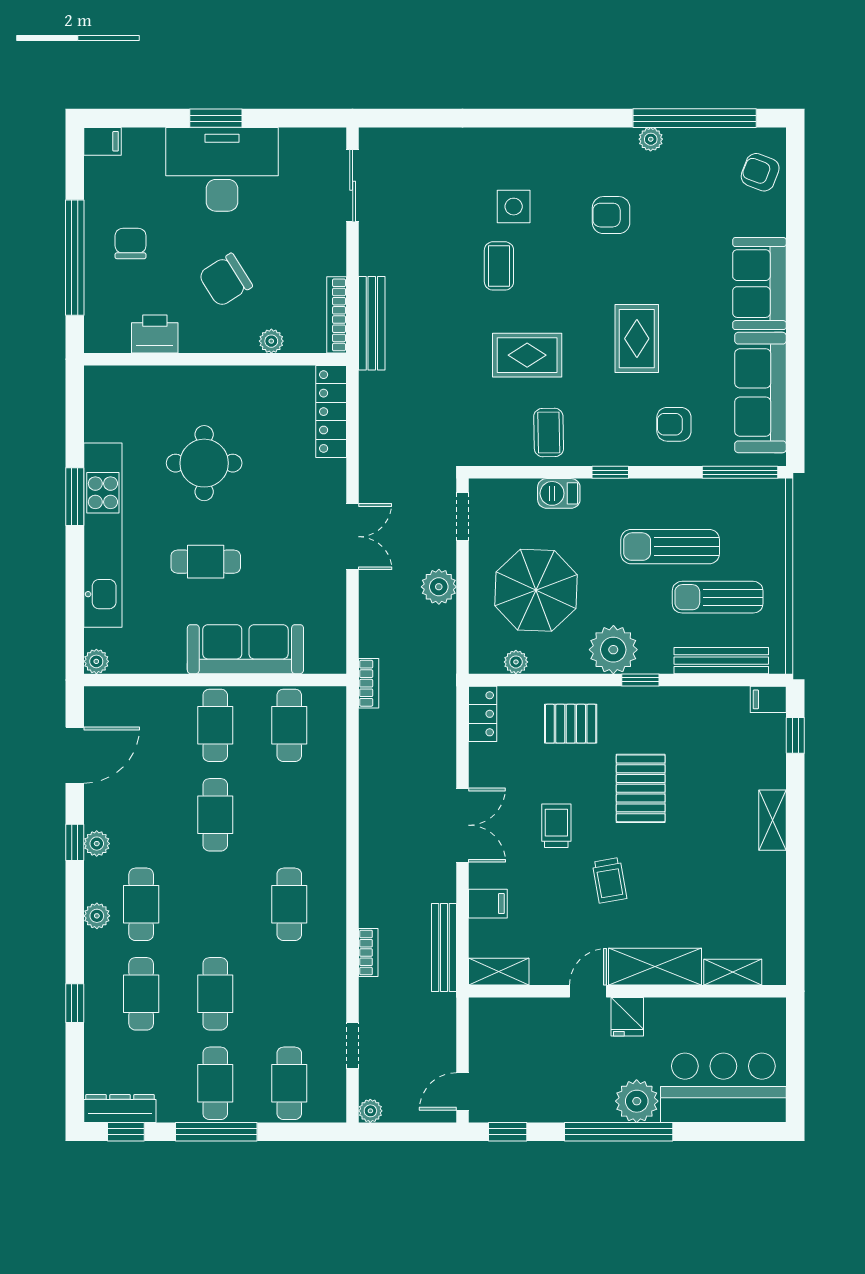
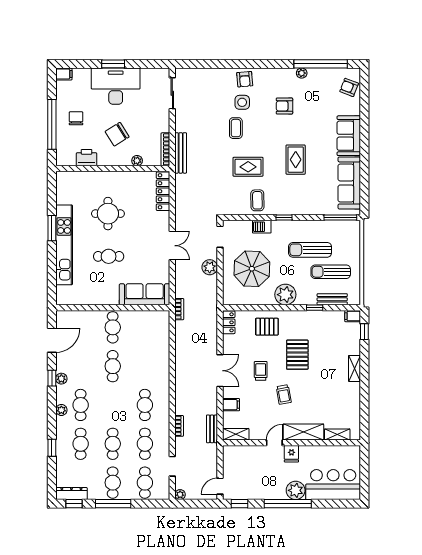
armchair: (674, 424) -> (245, 79), moved, turned -95
sofa: (245, 649) -> (145, 294), moved
plant: (96, 661) -> (61, 300), removed
bench: (721, 661) -> (332, 299), width x0.73
plant: (516, 662) -> (243, 300), removed
window: (640, 680) -> (315, 308), moved
cafe table: (289, 725) -> (145, 444), moved
bench: (444, 947) -> (212, 429), width x0.73

